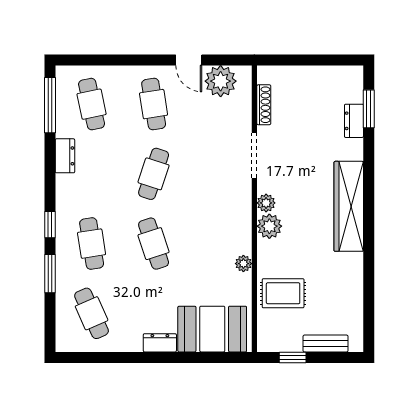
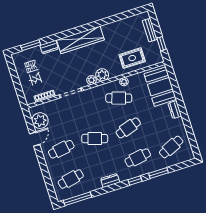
dresser: (354, 121) -> (49, 47), moved
dresser: (65, 156) -> (110, 181), moved
cafe table: (216, 244) -> (119, 98), added
rug: (283, 293) -> (132, 58), turned 90

